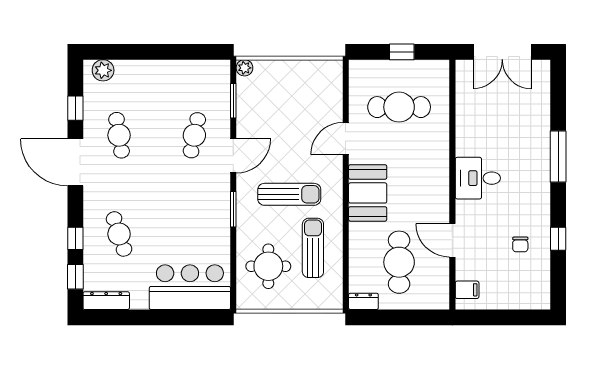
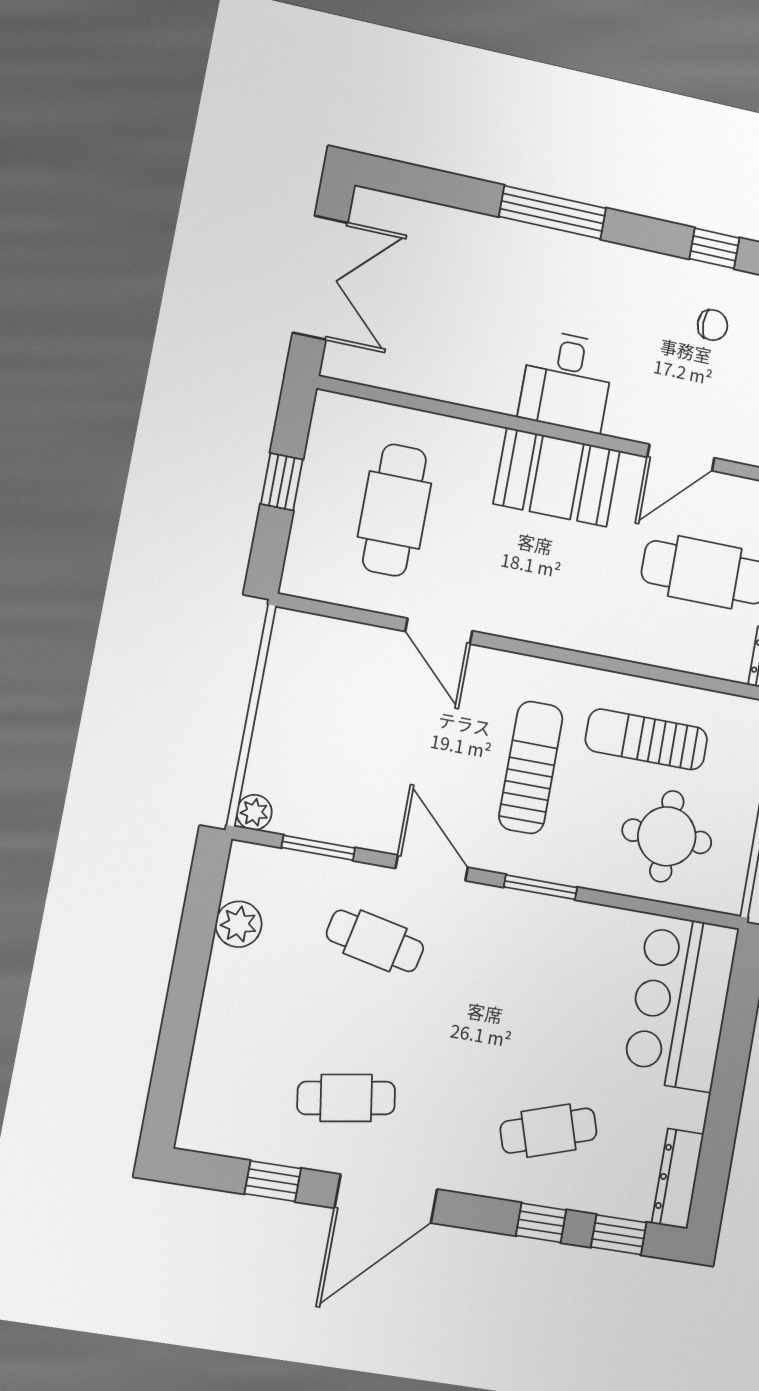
plant: (103, 70) -> (239, 924), moved
booth: (368, 193) -> (557, 477), moved

